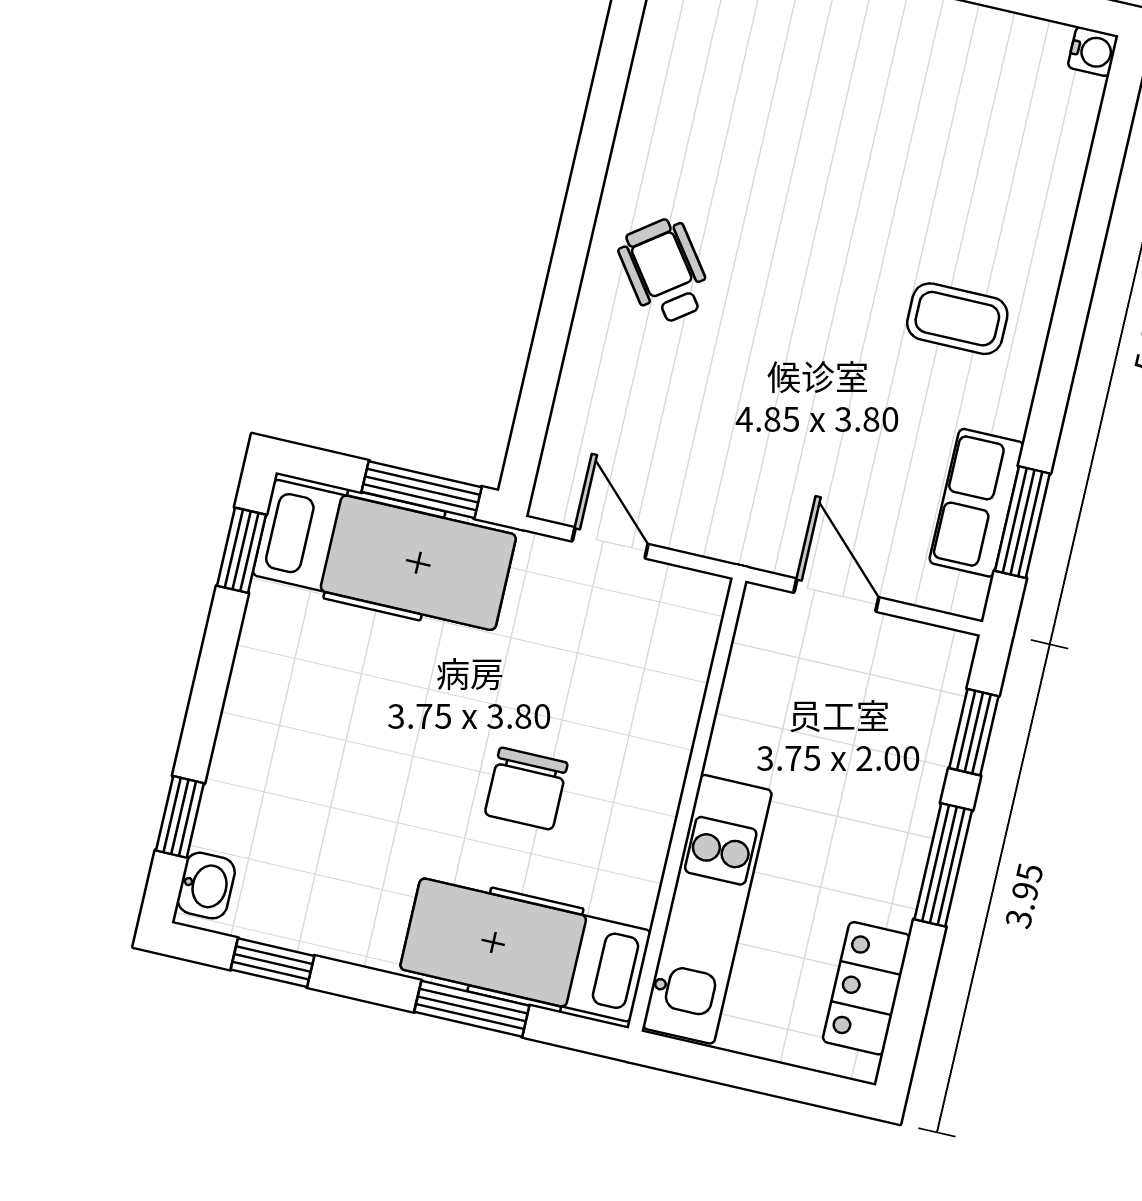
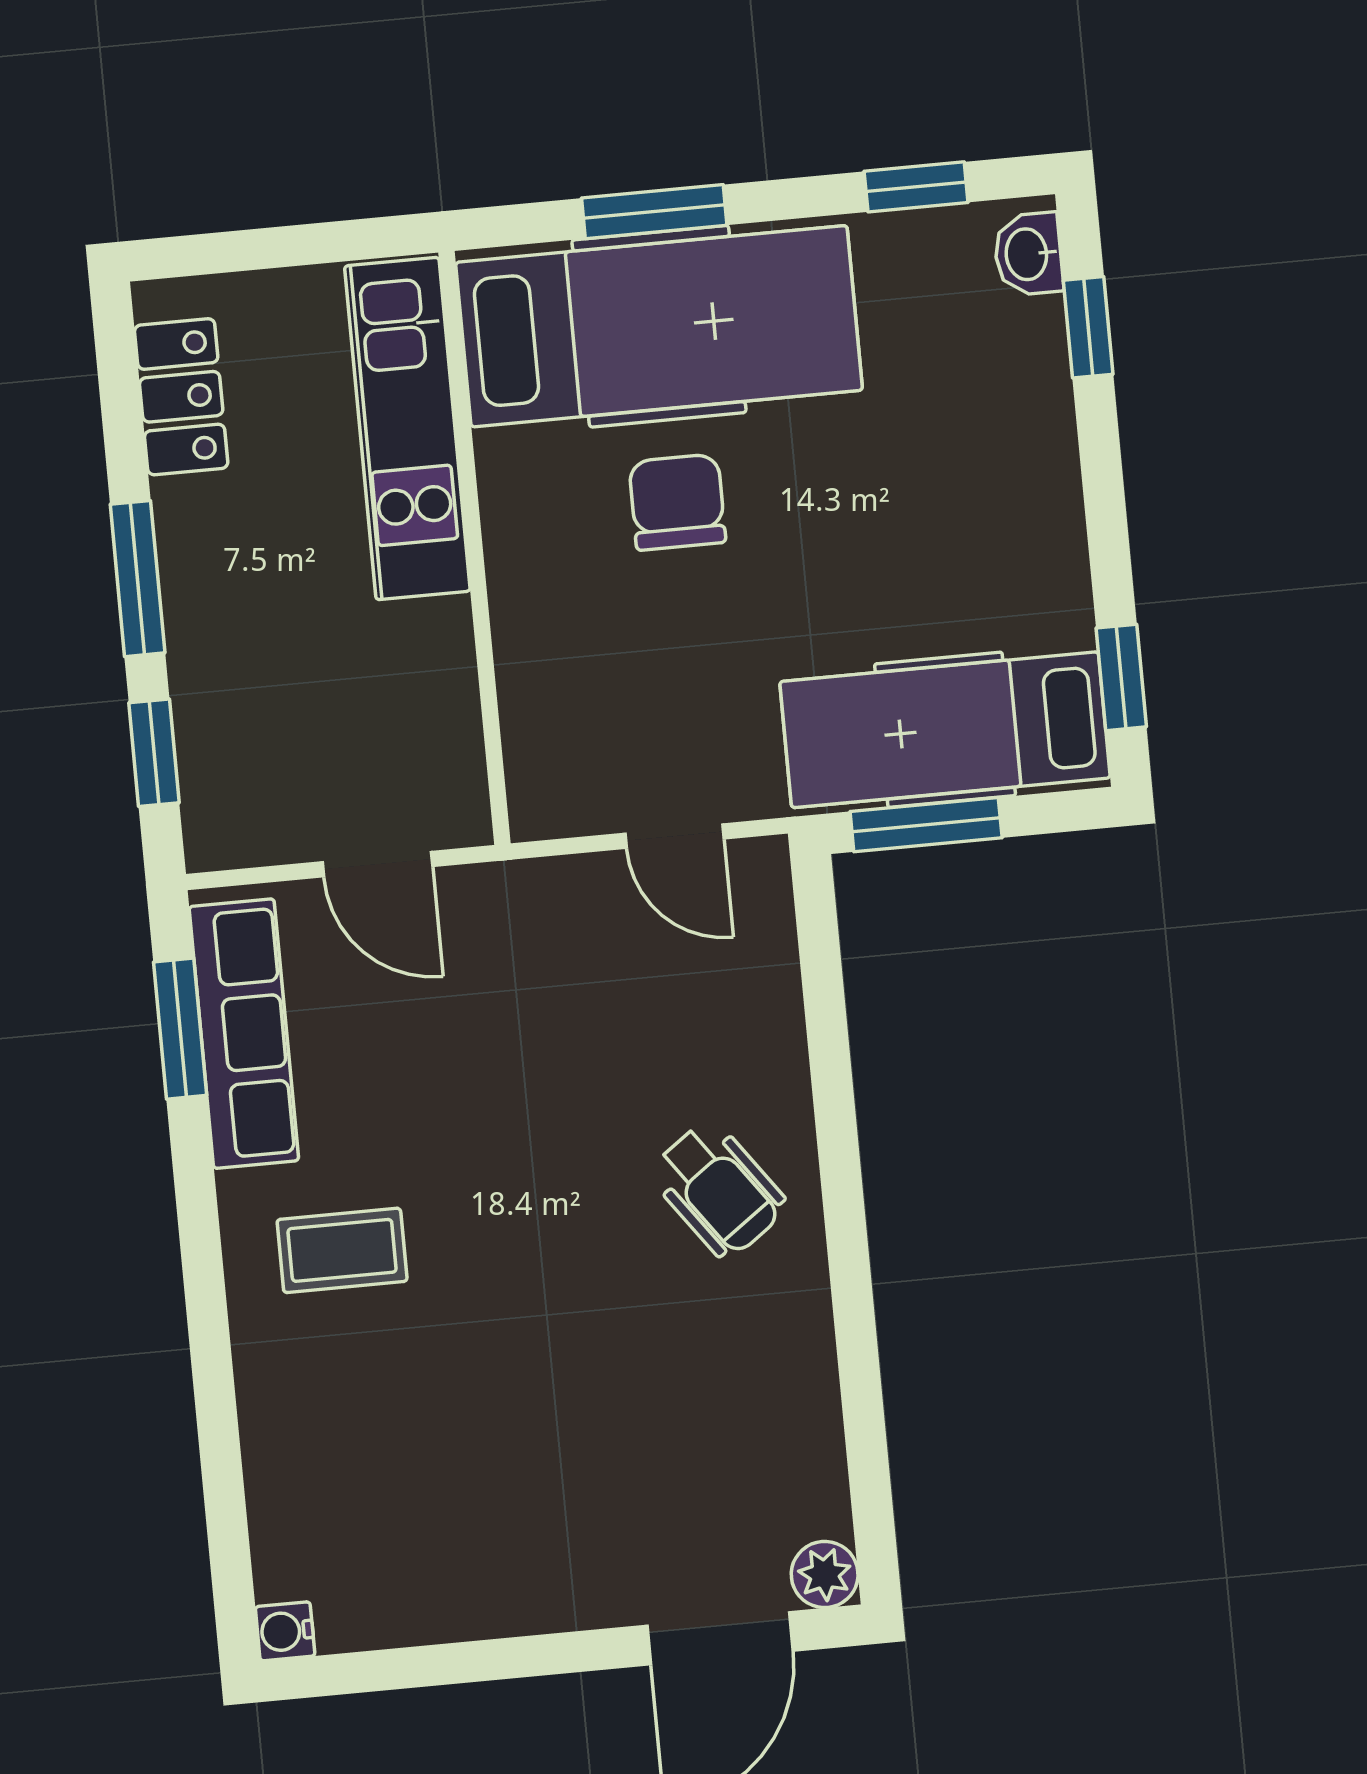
row of seats: (977, 503) -> (244, 1034), width x1.48
hospital bed: (525, 950) -> (659, 326), width x1.37, depth x1.29

